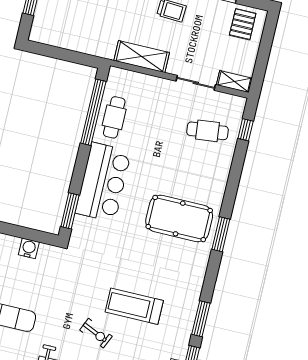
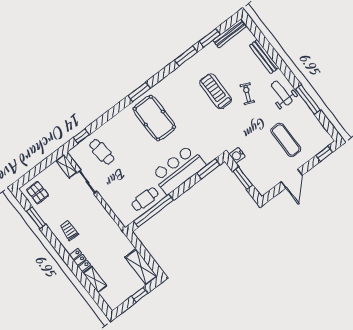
pallet: (243, 24) -> (38, 193), turned 90
shelving: (142, 57) -> (141, 267), moved
window: (22, 232) -> (243, 178), added
water cooler: (29, 248) -> (237, 155), moved
treadmill: (134, 306) -> (216, 91), turned 180

